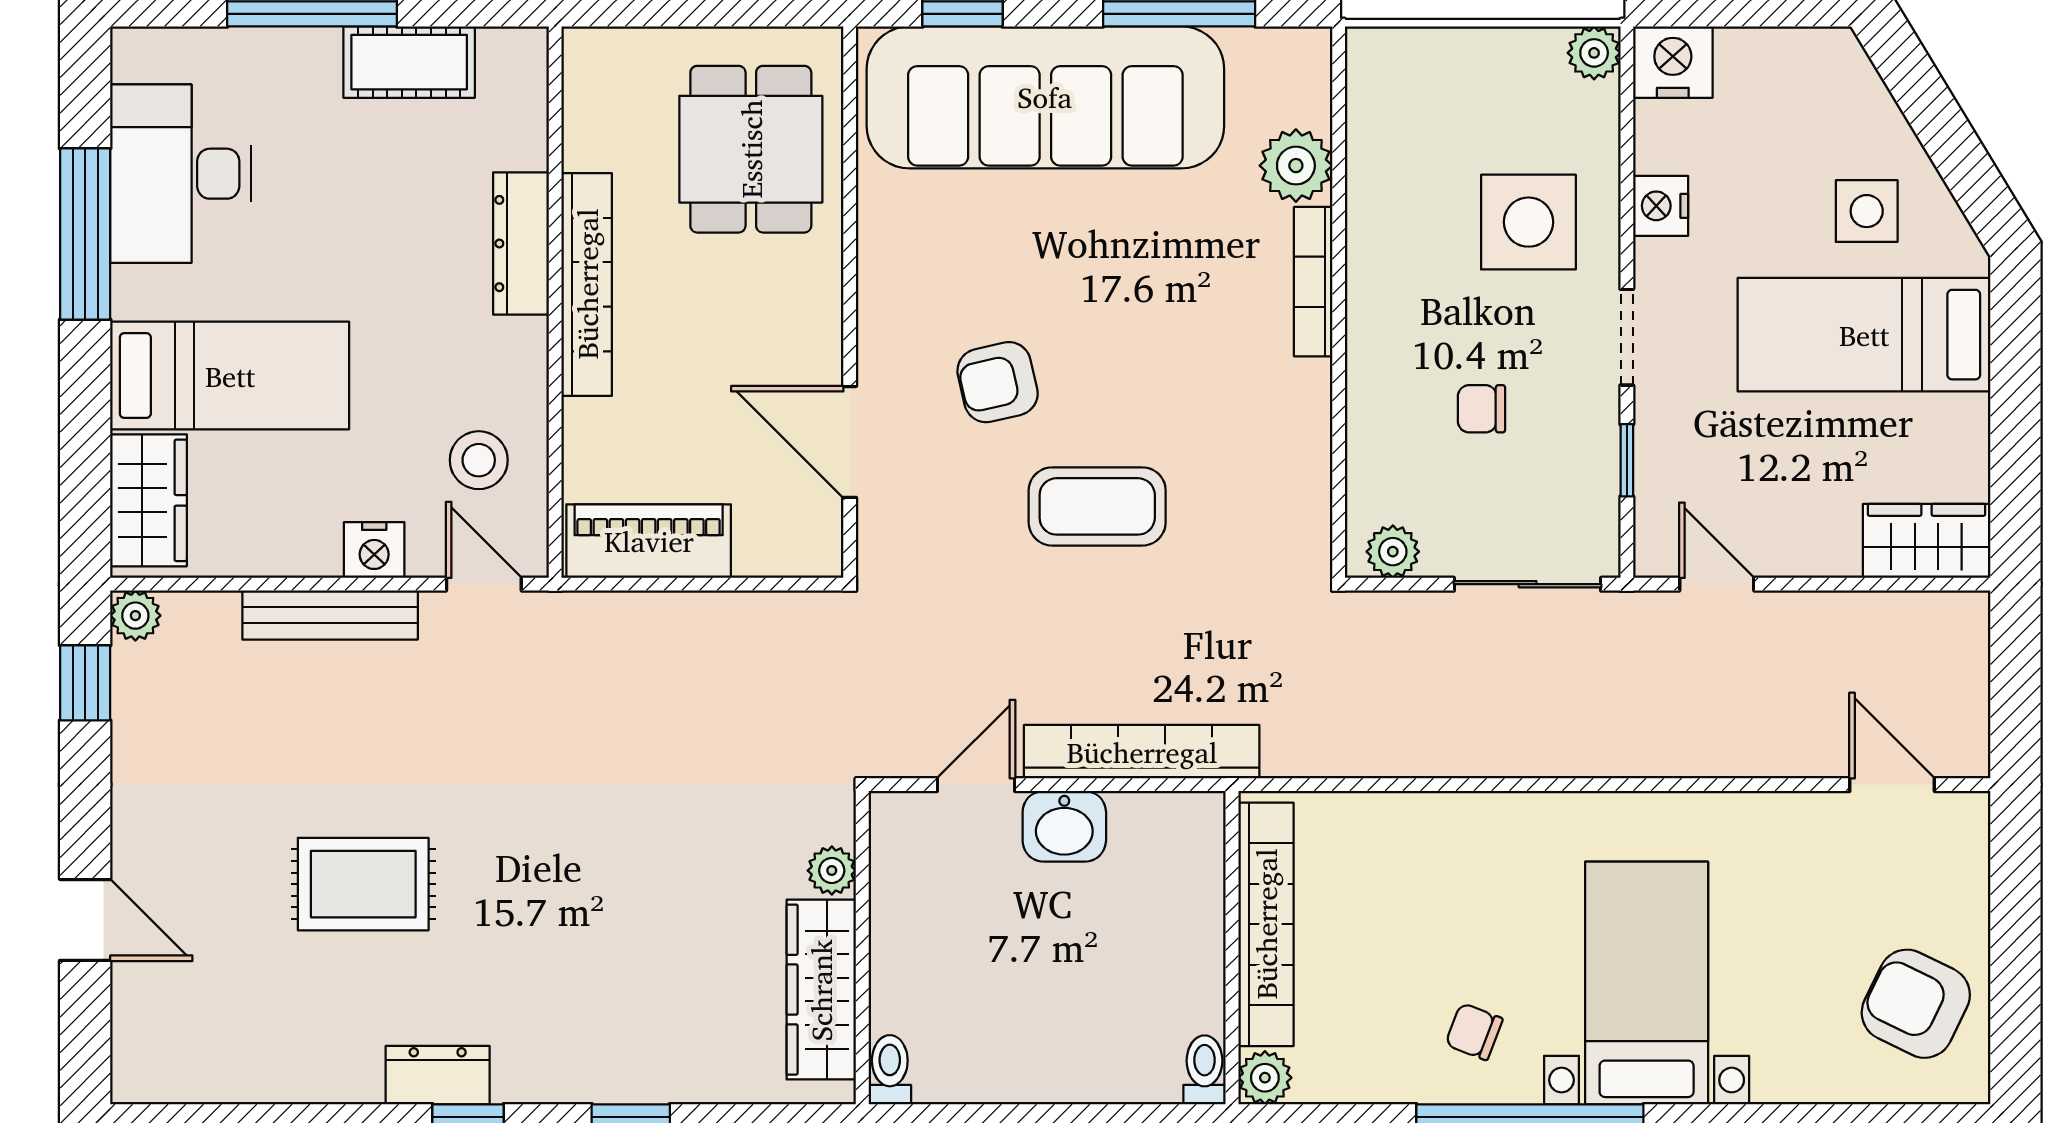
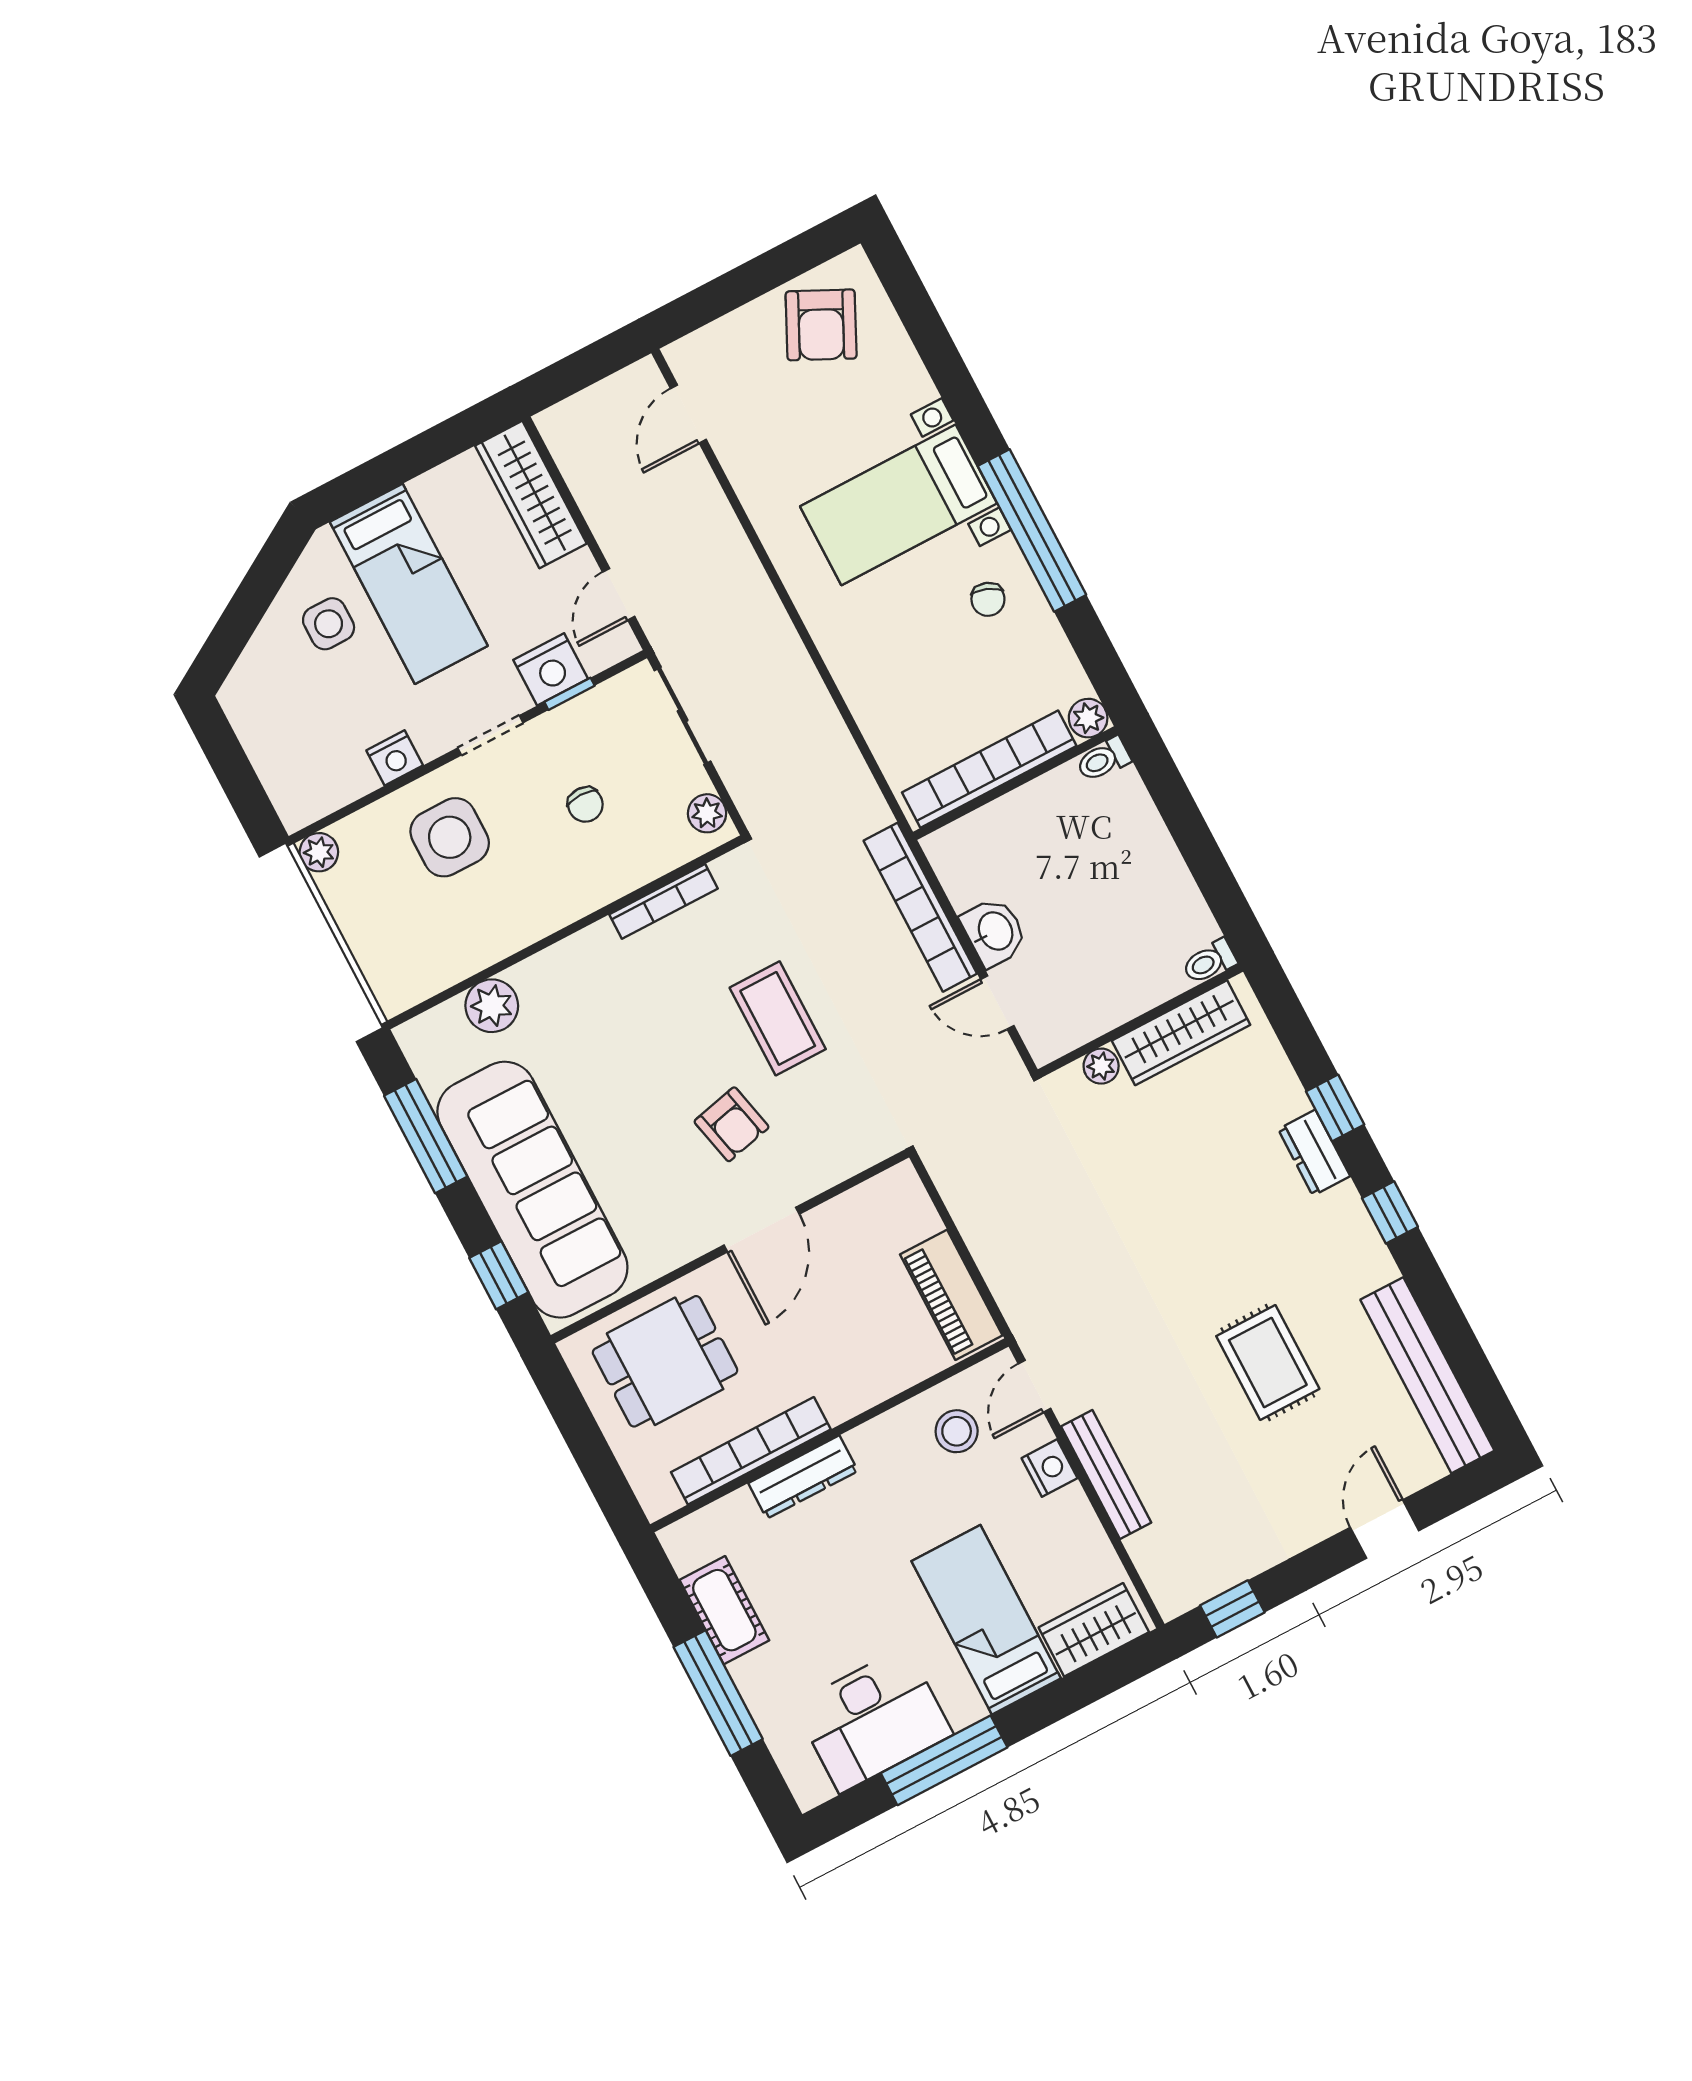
nightstand: (1673, 62) -> (551, 669), moved, turned -90
bookcase: (1313, 282) -> (664, 901), moved
bookcase: (587, 284) -> (751, 1451), moved
door: (850, 442) -> (762, 1230), moved
wardrobe: (1927, 541) -> (531, 495), width x1.50
plant: (135, 616) -> (1172, 1599), removed
bench: (245, 1071) -> (1427, 1375), added
dresser: (438, 1075) -> (1314, 1153), moved

